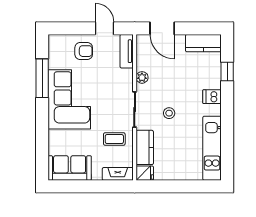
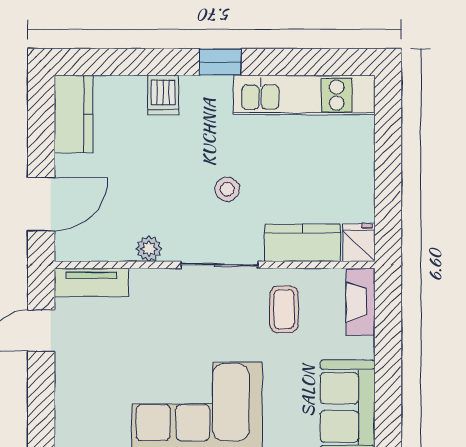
armchair: (84, 51) -> (91, 377), removed
window: (227, 72) -> (220, 62), moved
dishwasher: (212, 97) -> (163, 95), moved

